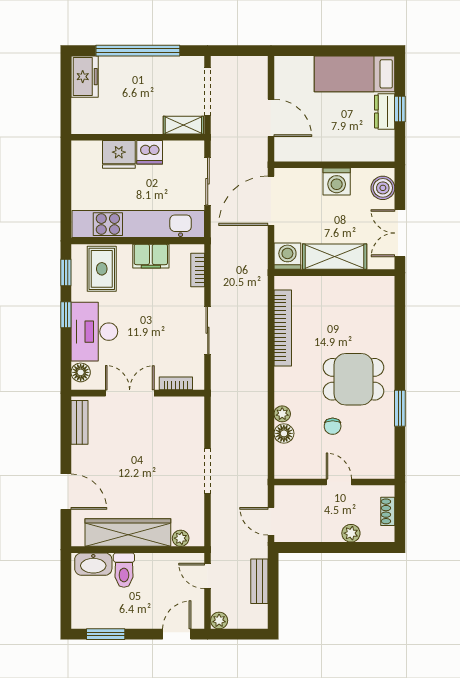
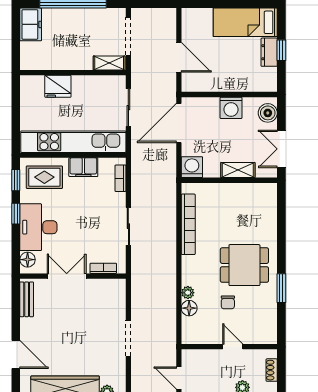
dishwasher: (150, 152) -> (82, 85), removed
shelving: (335, 257) -> (238, 170), width x0.67, depth x0.75
rug: (102, 269) -> (44, 177), turned 90

